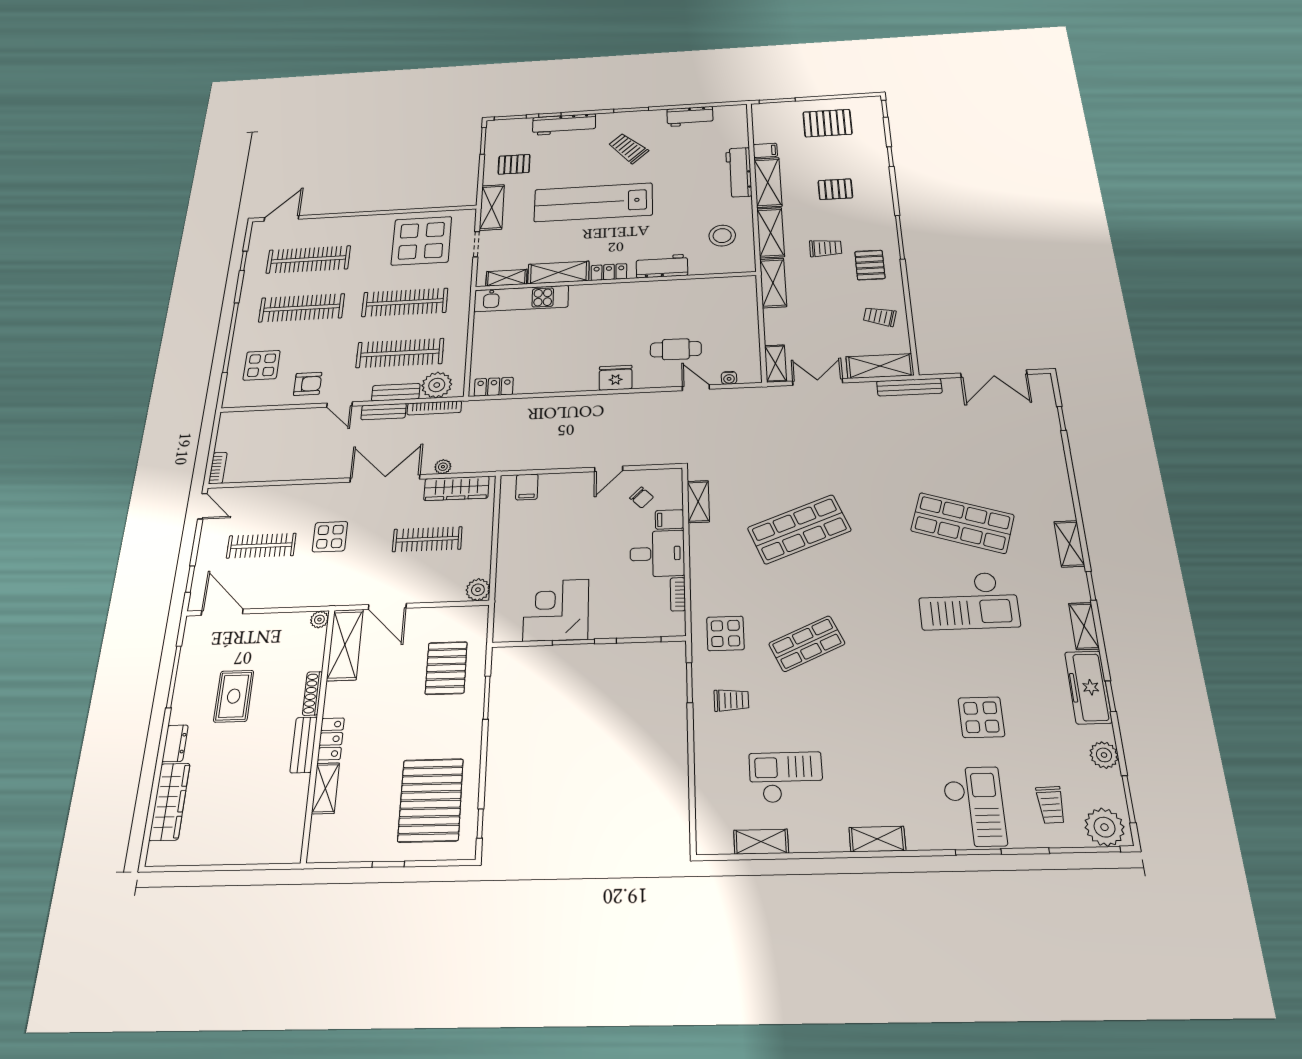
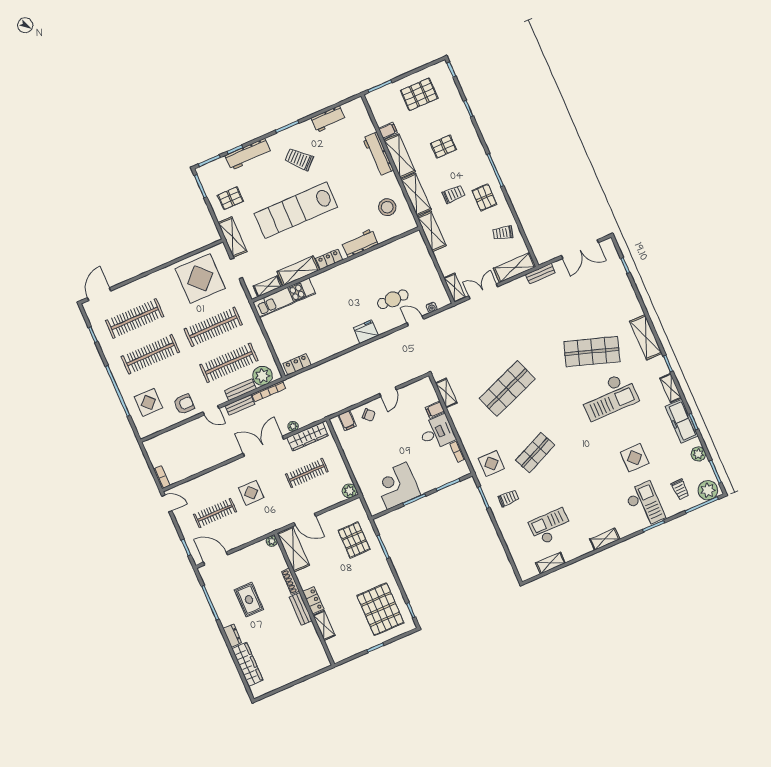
bench: (909, 387) -> (540, 274), width x0.73
chair: (642, 498) -> (369, 415), moved
shelving: (1069, 544) -> (646, 337), width x1.50, depth x1.33

